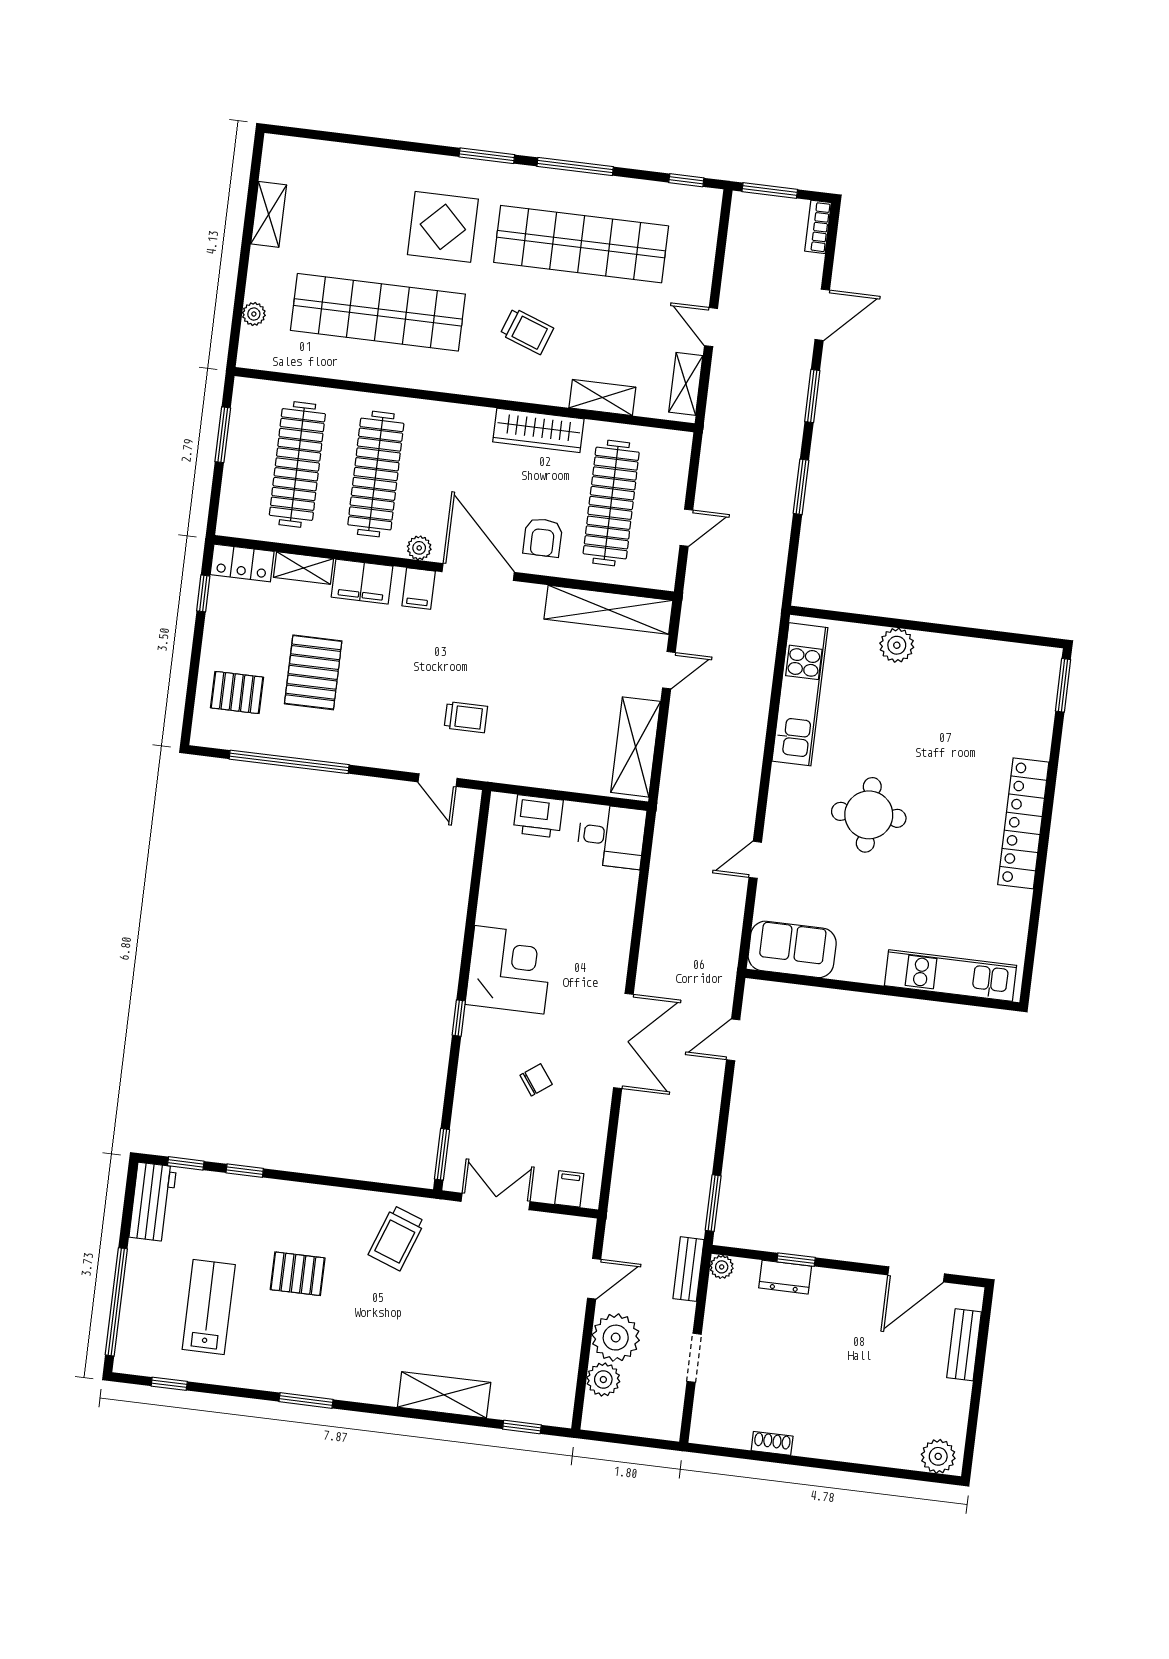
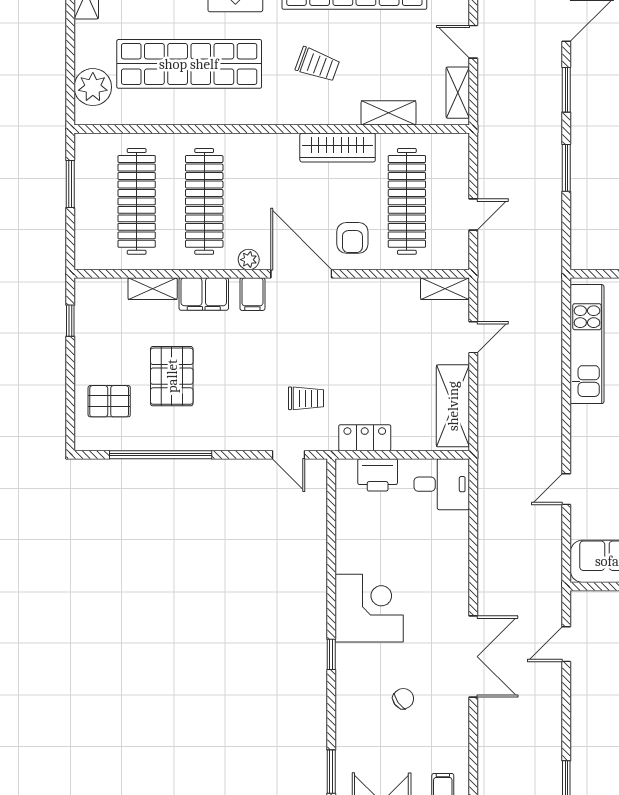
plant: (254, 314) -> (93, 87), width x1.87, depth x1.87
locker: (242, 563) -> (365, 438), moved, turned 180
shelving: (608, 610) -> (445, 289), width x0.45, depth x0.75

